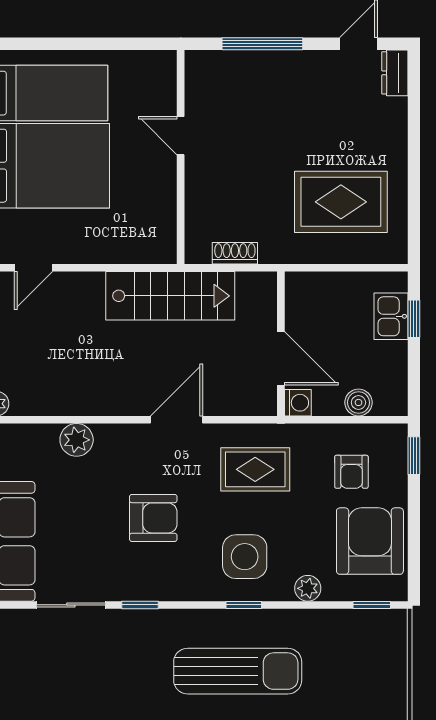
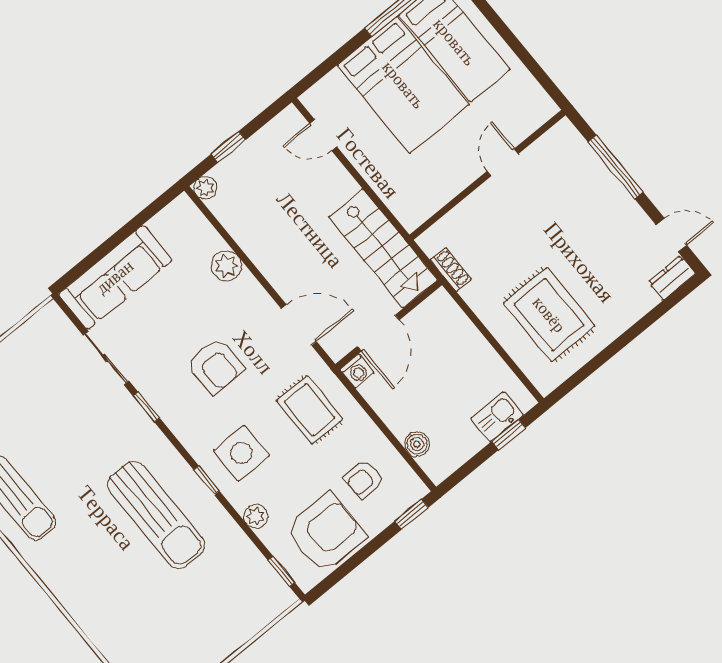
wall: (281, 344) -> (389, 325), moved
door: (281, 358) -> (378, 333), moved
washing machine: (298, 403) -> (357, 371), moved

